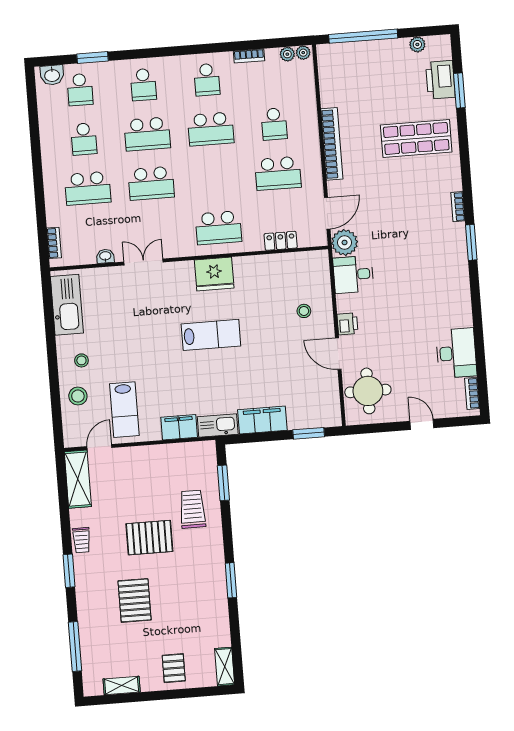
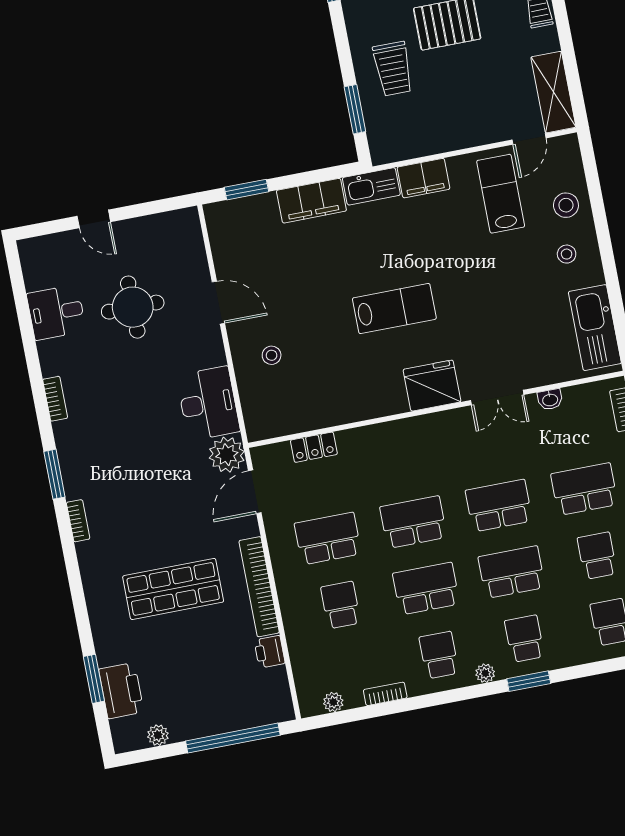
plant: (303, 53) -> (485, 673), moved
window: (92, 57) -> (529, 681), moved
shop shelf: (416, 138) -> (173, 589), moved
school desk: (218, 228) -> (413, 522), moved
fridge: (214, 274) -> (432, 386), moved
desk: (353, 274) -> (208, 403), width x1.37
printer: (347, 324) -> (270, 652), moved
lab bench: (211, 335) -> (394, 309), turned 180
desk: (456, 353) -> (56, 312), width x0.73
round table: (368, 391) -> (133, 307), moved
bookcase: (472, 393) -> (55, 399), moved

